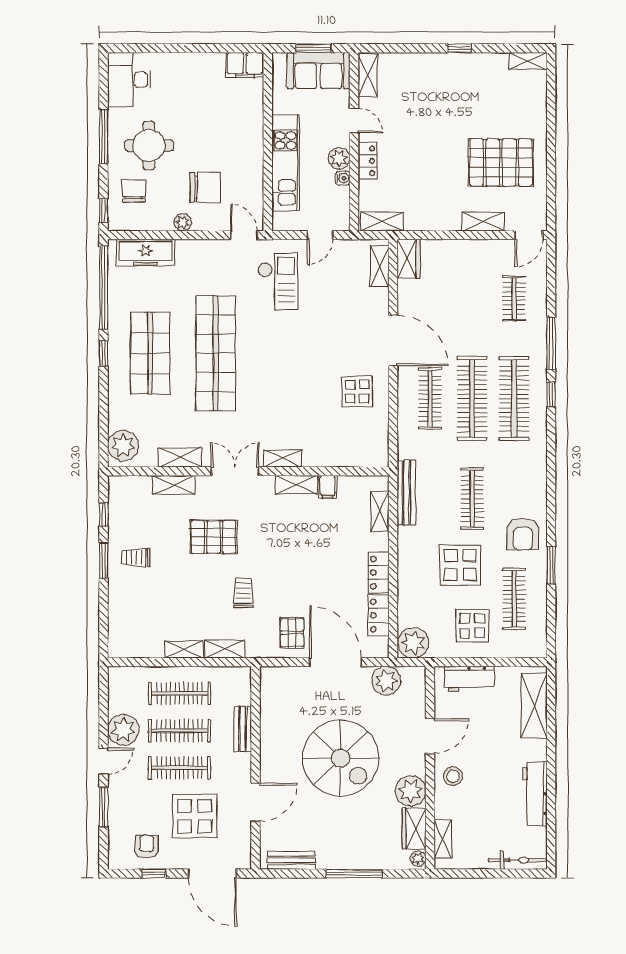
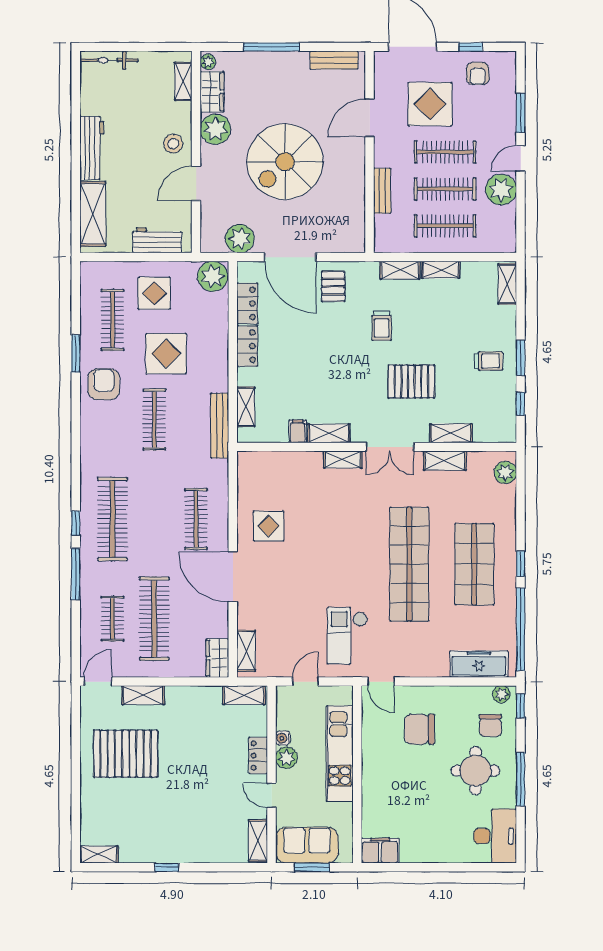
plant: (183, 222) -> (501, 694), moved
clothes rail: (472, 399) -> (154, 619), moved
plant: (123, 445) -> (505, 472), width x0.73, depth x0.73
shelving: (117, 635) -> (507, 284), added
spiral stairs: (341, 758) -> (285, 162), turned -90
workbench: (535, 794) -> (92, 148), moved

